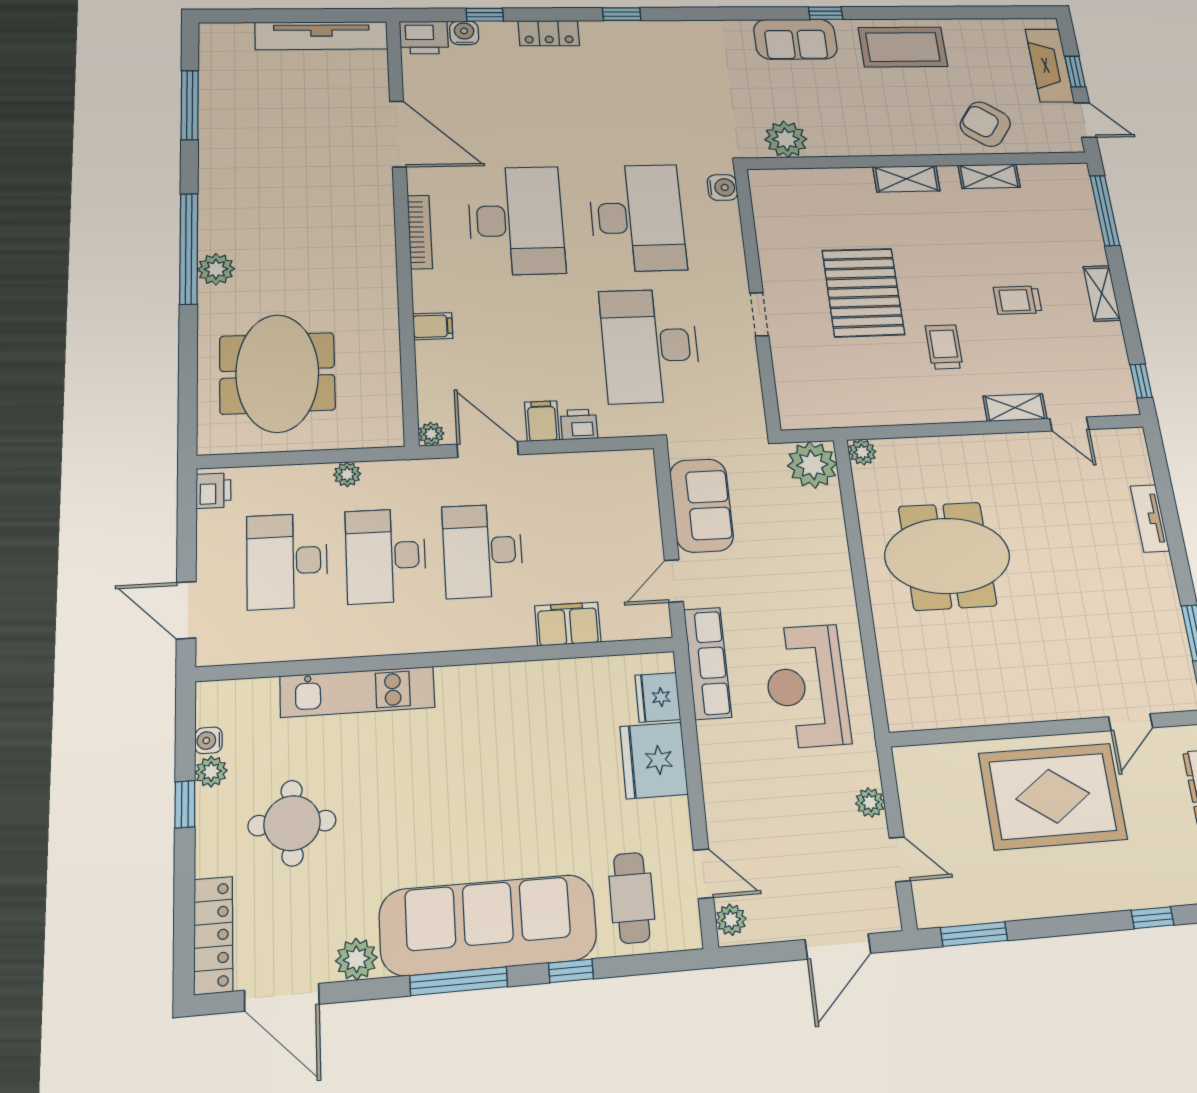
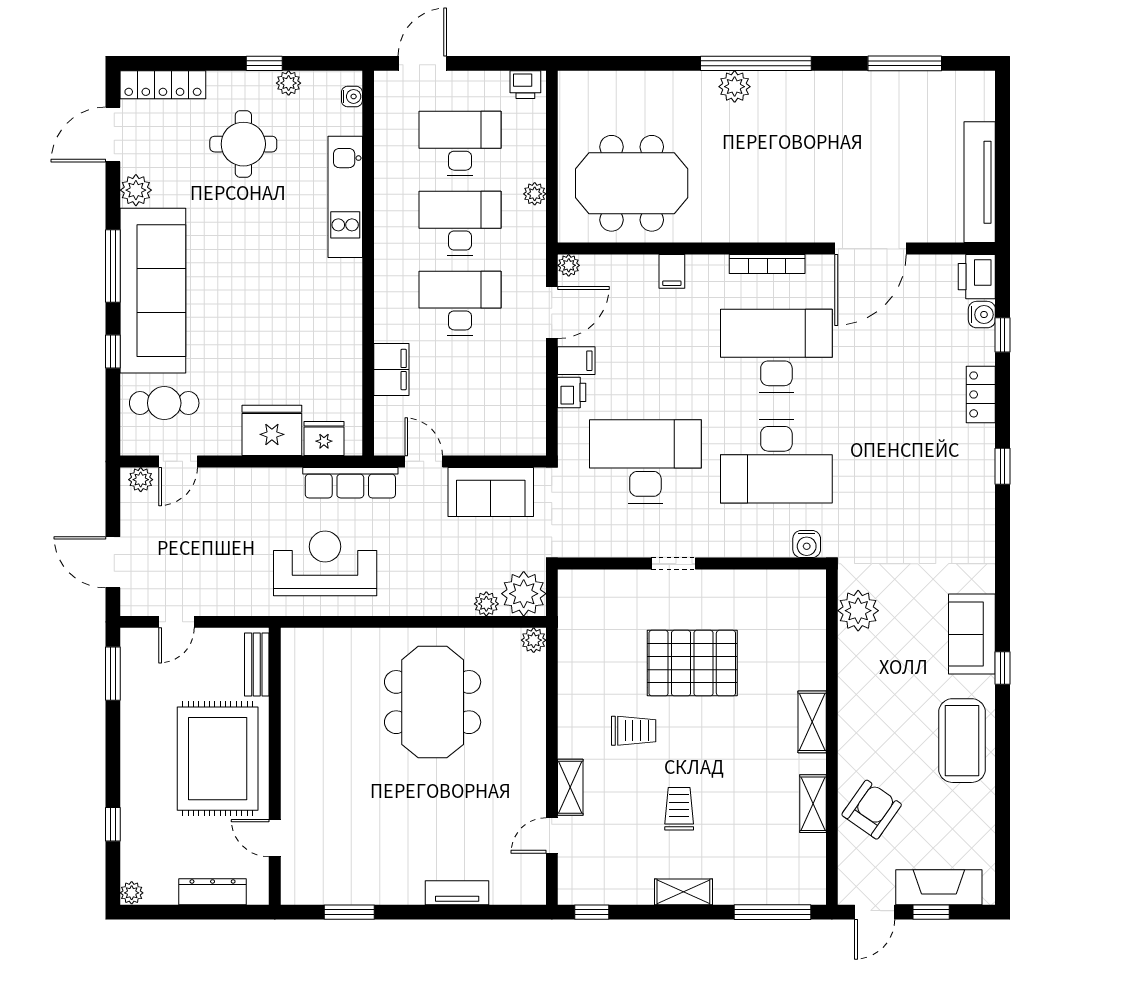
desk: (516, 221) -> (776, 351), turned 180
meeting table: (277, 373) -> (632, 183), moved
water cooler: (209, 740) -> (352, 96), moved, turned 90
bench: (936, 758) -> (257, 665), added
plant: (870, 803) -> (486, 604), moved

